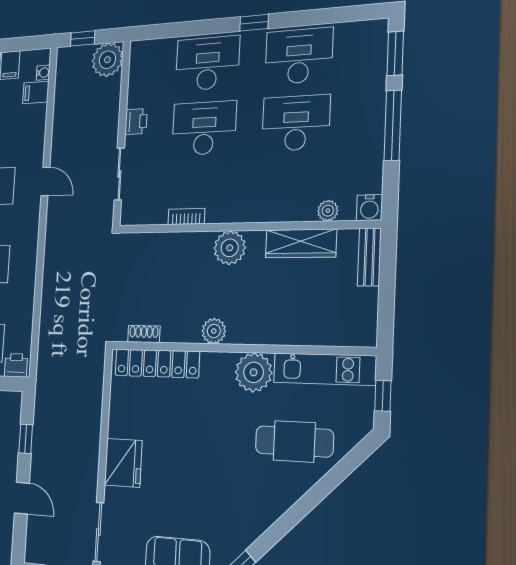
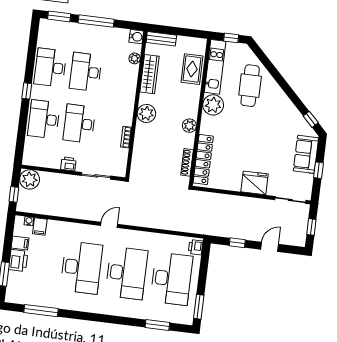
door: (45, 182) -> (109, 225), moved
rug: (317, 324) -> (192, 69), added
shoe rack: (144, 334) -> (187, 162), width x1.43

